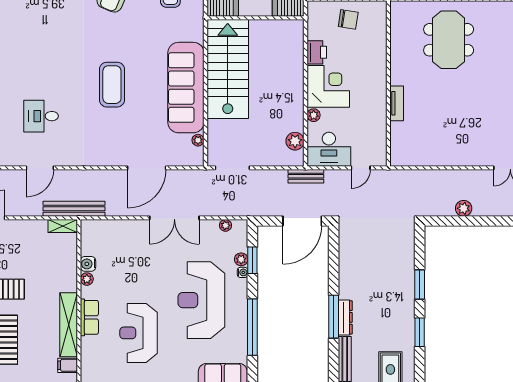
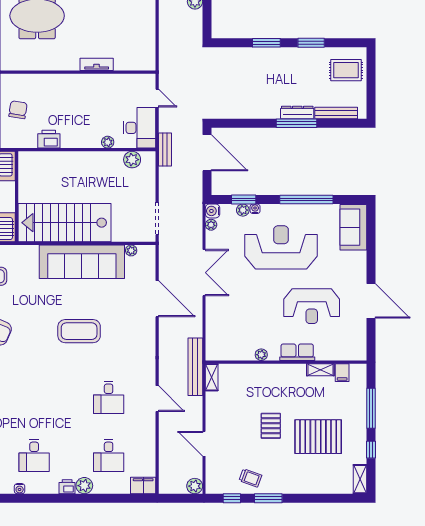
corner desk: (328, 86) -> (81, 129), removed
water cooler: (88, 264) -> (213, 211), moved, turned 90
reception desk: (201, 300) -> (281, 247), turned 180
shelving: (69, 325) -> (320, 370), width x0.45, depth x0.75

